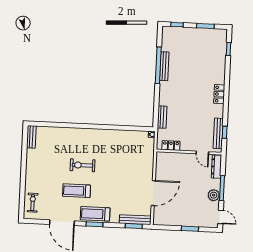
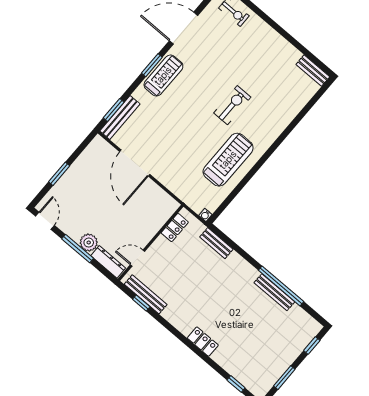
locker: (219, 94) -> (203, 342), moved
treadmill: (76, 191) -> (228, 160), moved, width x1.37, depth x1.38
plant: (214, 195) -> (89, 243), moved
door: (221, 217) -> (45, 221), swing flipped

